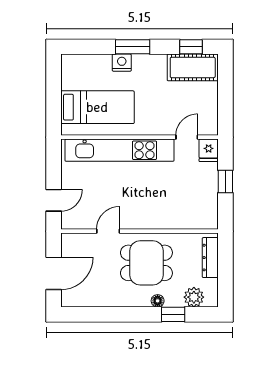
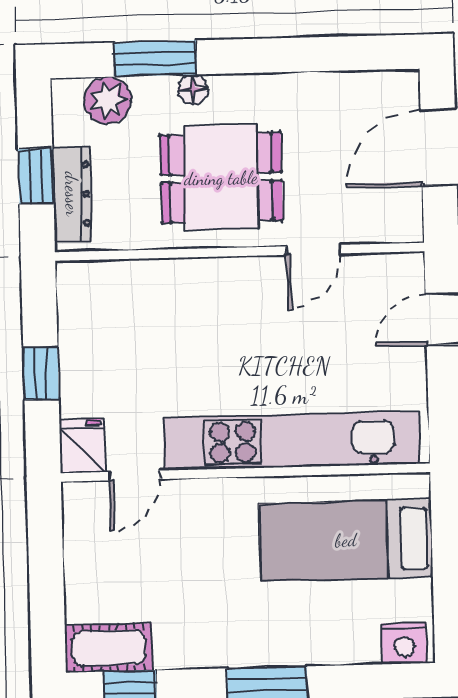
nightstand: (122, 63) -> (404, 643), moved
cot: (193, 67) -> (109, 648), width x0.73, depth x0.75
window: (225, 266) -> (36, 176), added
window: (173, 314) -> (155, 59), width x1.50

